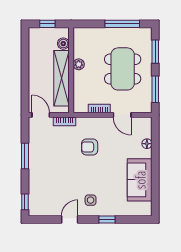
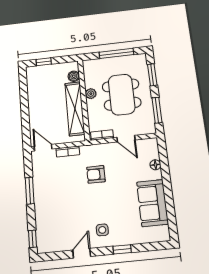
boiler: (63, 44) -> (74, 76), moved
plant: (79, 64) -> (91, 94), moved
wall: (71, 70) -> (84, 100), moved
shelving: (61, 78) -> (75, 109), moved

